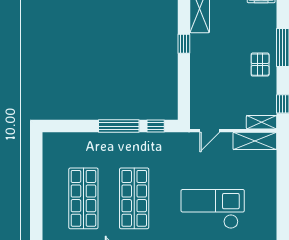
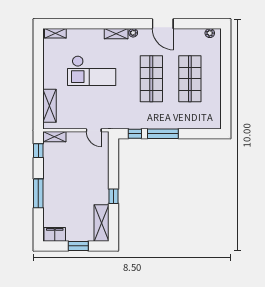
pallet: (260, 65) -> (56, 180), removed
door: (210, 131) -> (94, 130), swing flipped
shelving: (255, 141) -> (50, 106), moved, turned 90

